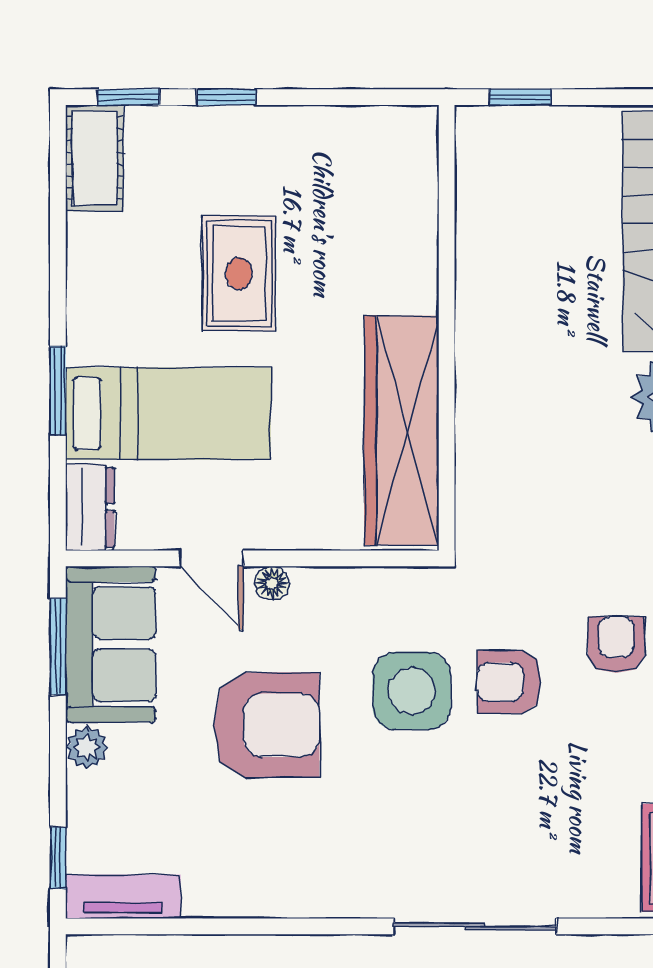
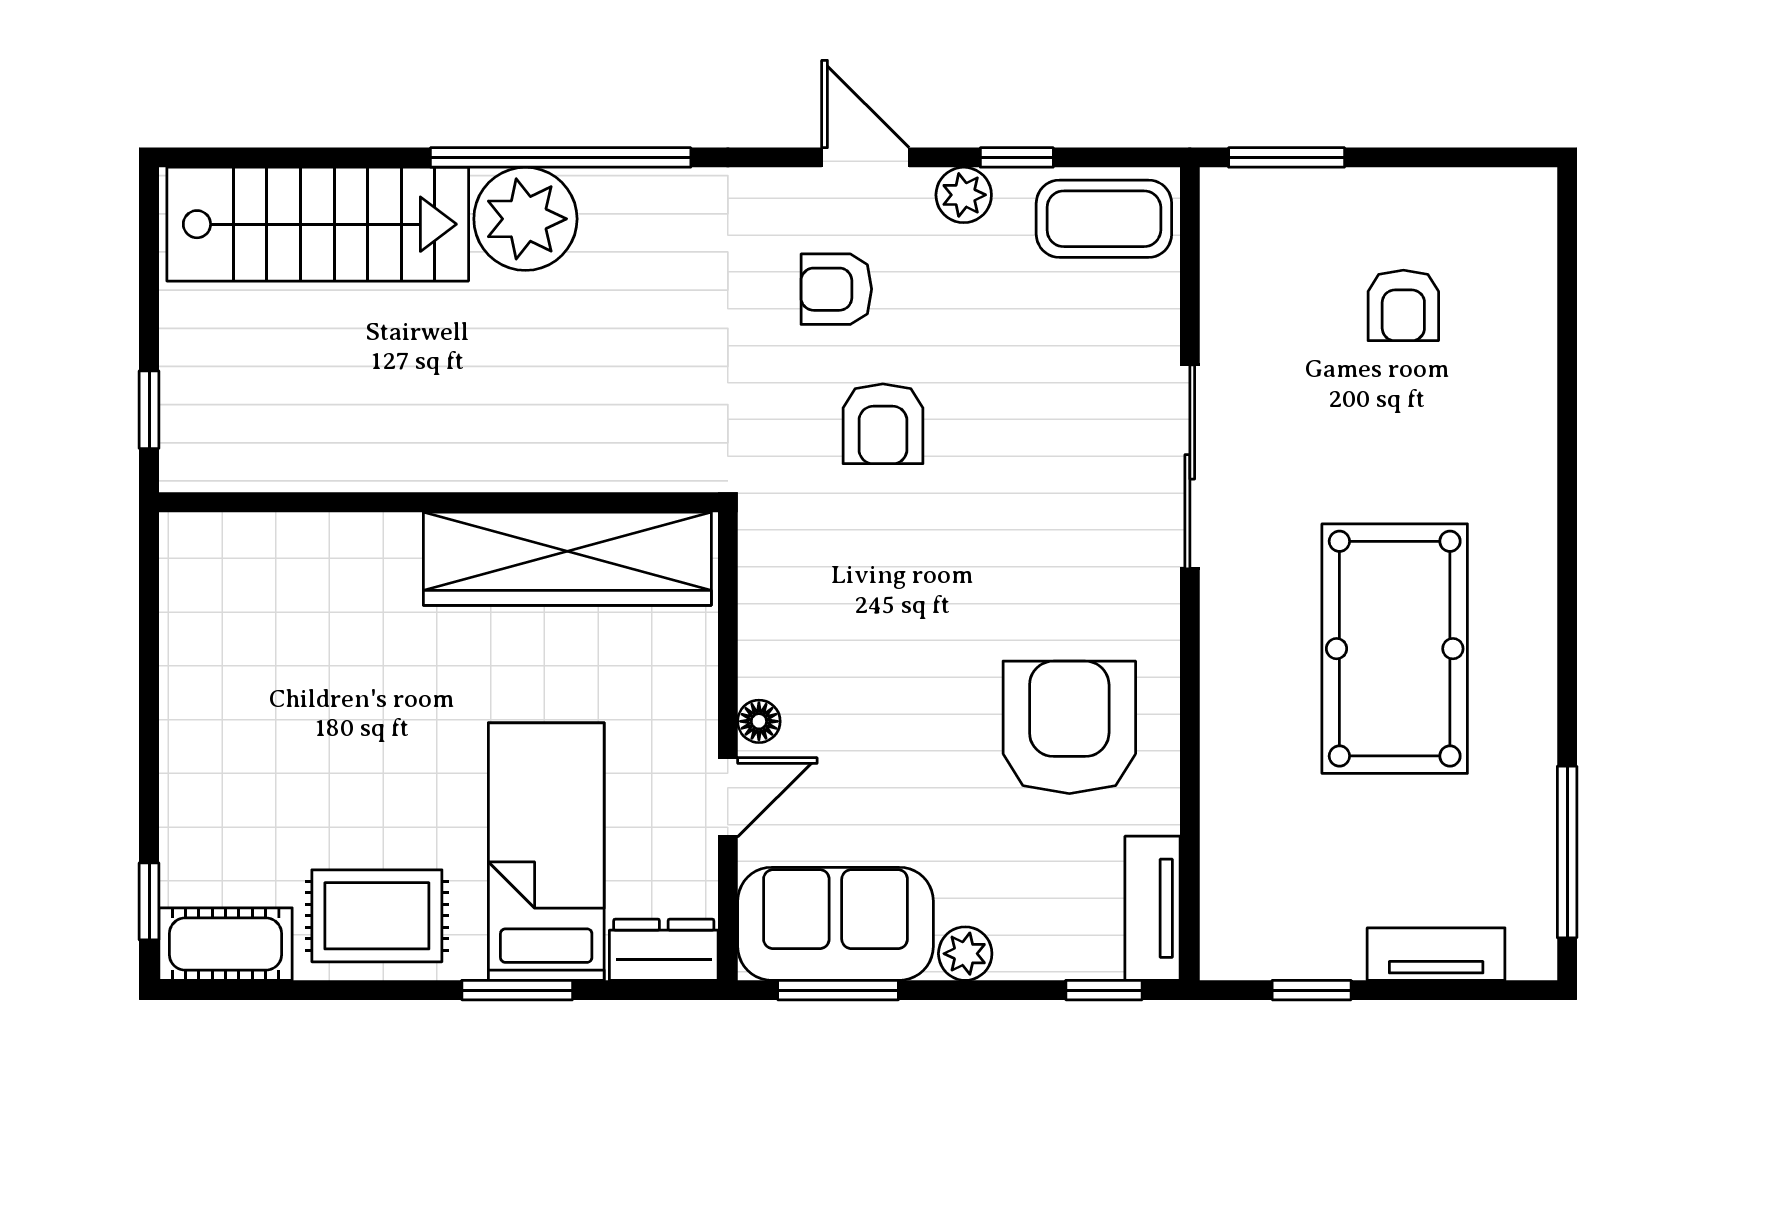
window: (226, 97) -> (149, 779), removed
rug: (239, 273) -> (377, 916), moved
side table: (412, 691) -> (894, 546), removed
armchair: (267, 725) -> (1069, 727), moved

